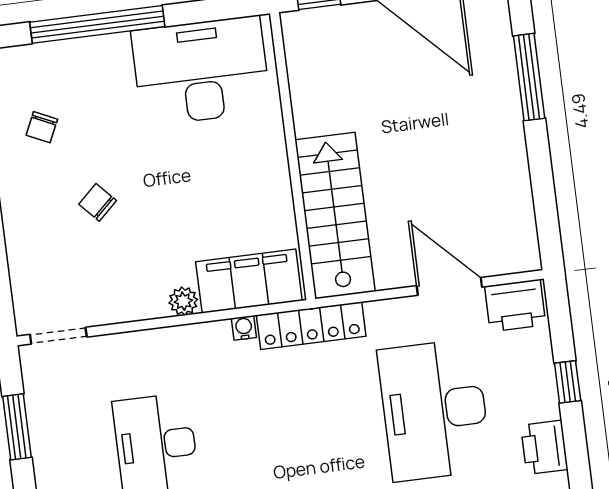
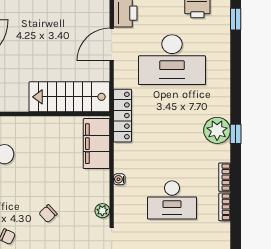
plant: (183, 301) -> (102, 211), moved
water cooler: (244, 328) -> (119, 179), moved

